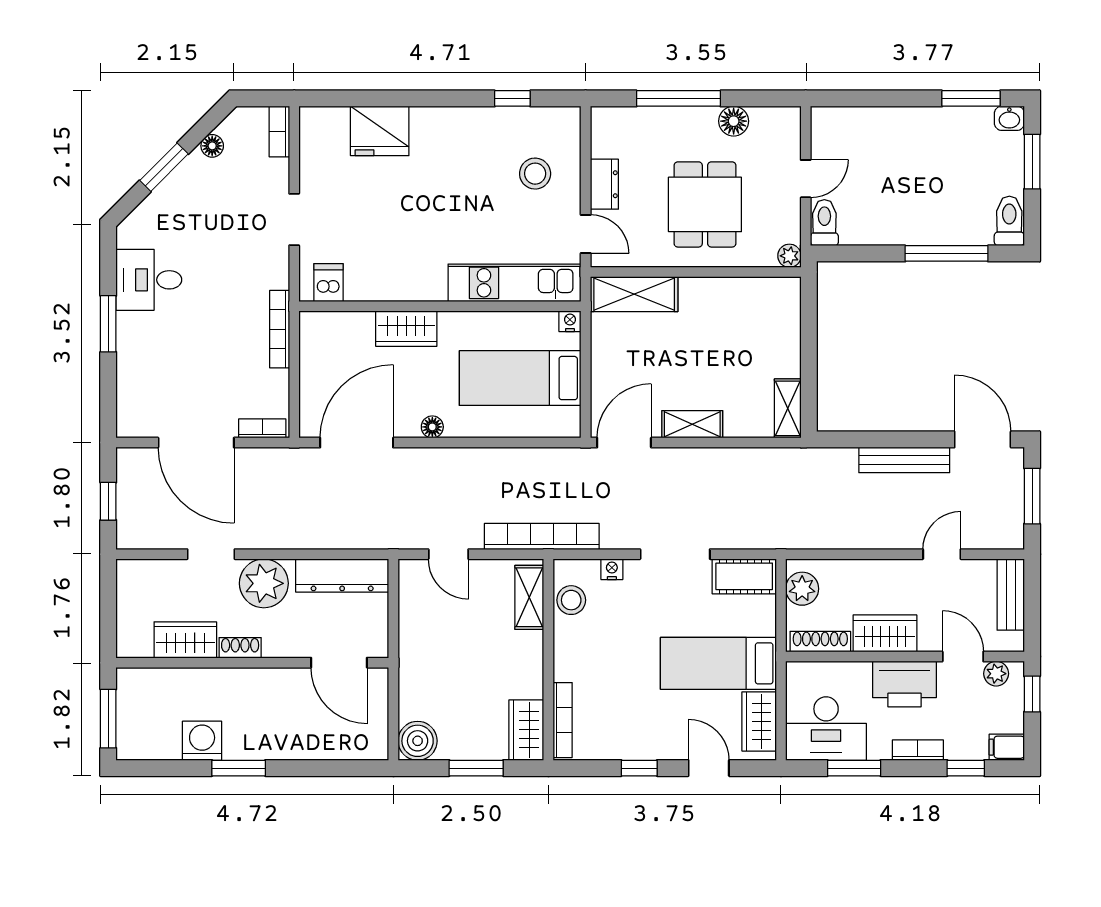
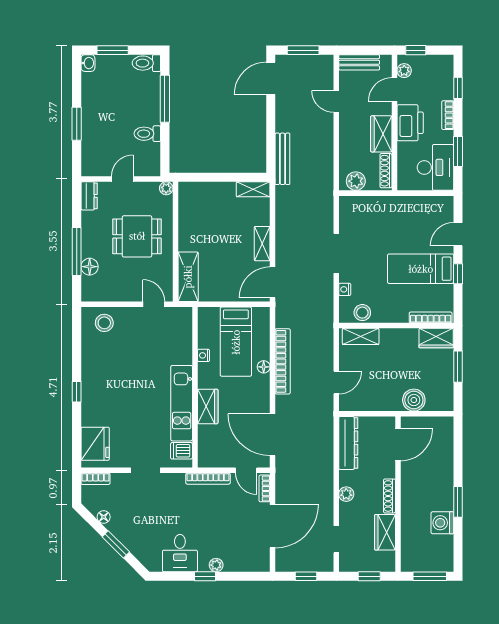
window: (512, 98) -> (77, 392), moved
window: (971, 98) -> (77, 124), moved
floor lamp: (734, 121) -> (90, 267), moved
fridge: (380, 131) -> (95, 444), moved
stool: (535, 174) -> (104, 323), moved
door: (806, 179) -> (122, 179), hinge flipped
dresser: (604, 184) -> (89, 196), moved, turned 90
toilet: (824, 223) -> (147, 134), moved
door: (586, 234) -> (154, 304), hinge flipped
kitchen unit: (514, 283) -> (182, 403), moved
nightstand: (570, 321) -> (203, 355), moved
window: (108, 324) -> (205, 576), width x0.67
plant: (128, 343) -> (216, 565), added
door: (294, 396) -> (246, 470), added
floor lamp: (432, 427) -> (264, 367), moved
door: (624, 443) -> (273, 282), hinge flipped
bench: (904, 460) -> (282, 159), moved
bookcase: (542, 537) -> (283, 361), moved, turned 180
doorway: (211, 554) -> (336, 539), moved
cot: (744, 576) -> (349, 214), removed
plant: (264, 583) -> (346, 494), width x0.53, depth x0.53
window: (108, 612) -> (369, 576), added
shoe rack: (240, 648) -> (389, 496), width x1.43
bed: (718, 663) -> (421, 269), moved, turned 90
wardrobe: (759, 721) -> (431, 206), removed
boiler: (418, 741) -> (414, 400), moved
filing cabinet: (1007, 747) -> (446, 65), removed

